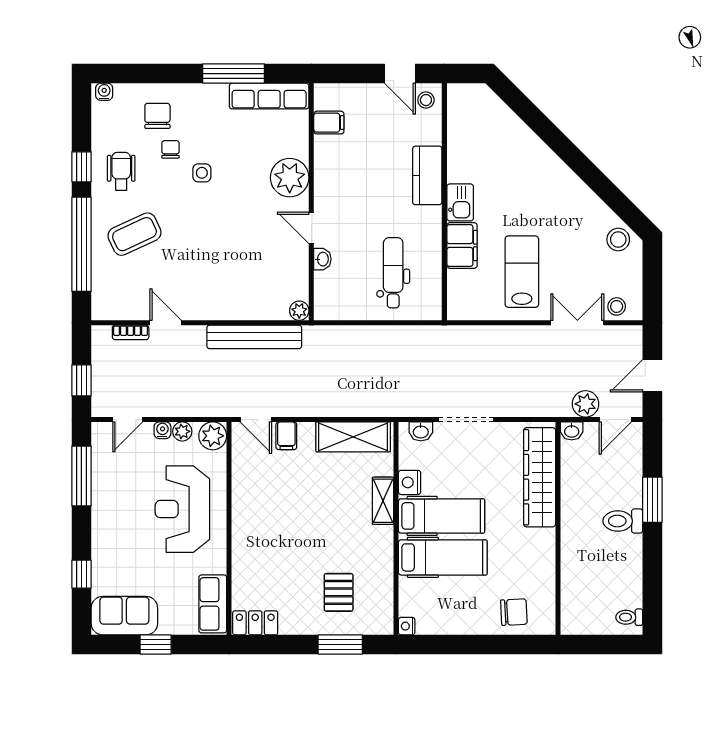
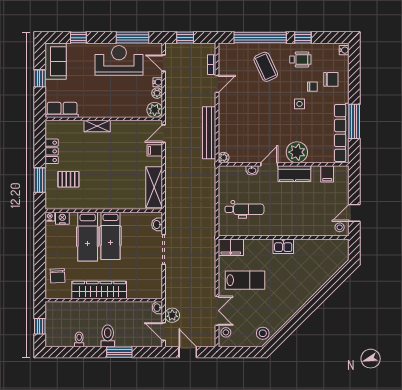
row of seats: (269, 96) -> (342, 133), width x1.36
kitchen counter: (427, 175) -> (294, 174), moved, turned 180
filing cabinet: (462, 246) -> (231, 247), moved
wardrobe: (540, 477) -> (99, 290), moved
nightstand: (410, 482) -> (62, 218), moved
shelving: (383, 501) -> (97, 126), moved
reception desk: (182, 509) -> (119, 60), moved
toilet: (629, 617) -> (79, 339), moved
locker: (255, 623) -> (52, 151), moved
window: (606, 644) -> (40, 326), added

